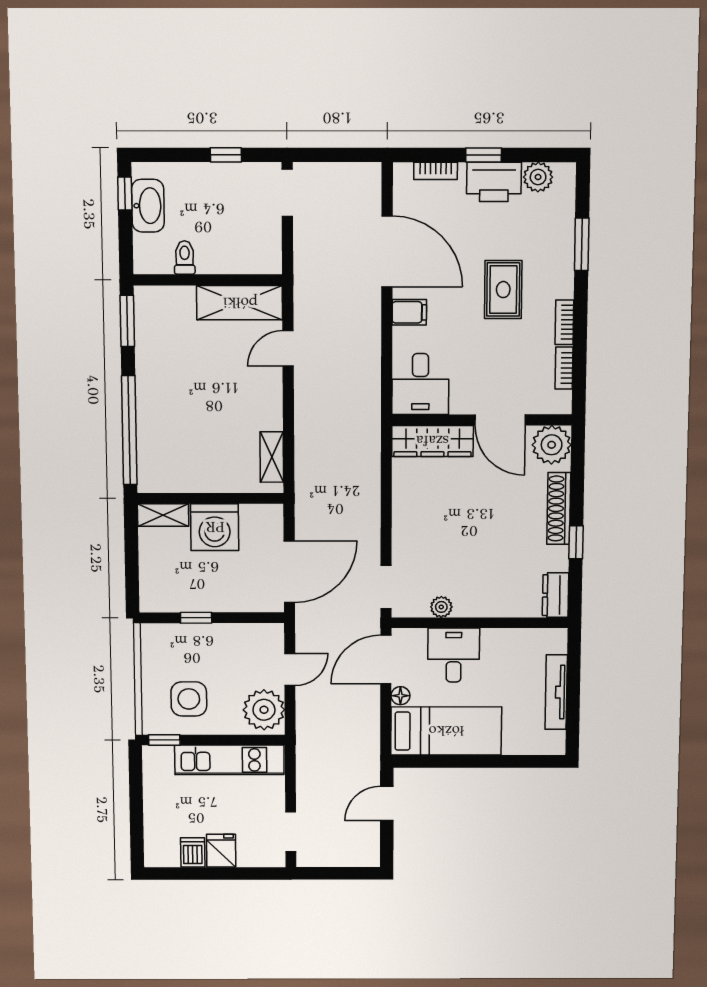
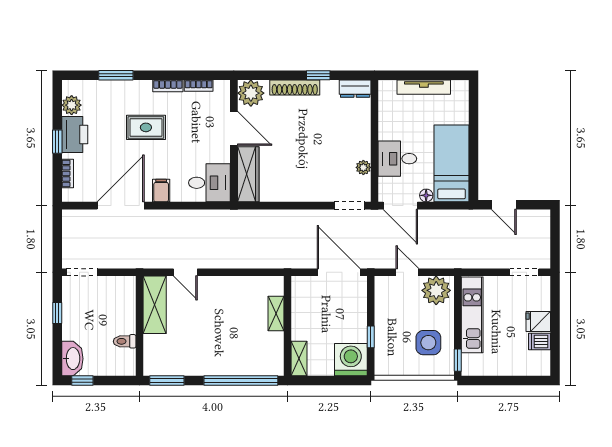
washbasin: (148, 206) -> (72, 359), moved, turned 90
door: (500, 420) -> (234, 128), hinge flipped
shelving: (272, 457) -> (276, 313), moved, turned 90
washing machine: (215, 527) -> (351, 360), moved, turned -90

